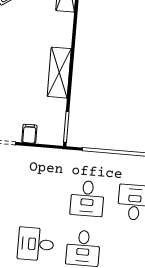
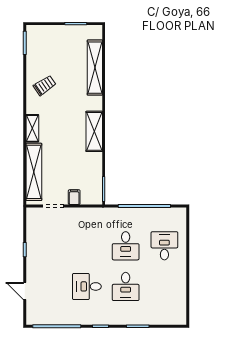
shelving: (59, 73) -> (94, 131), moved

